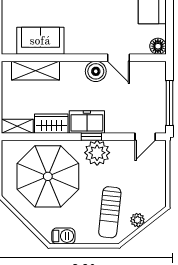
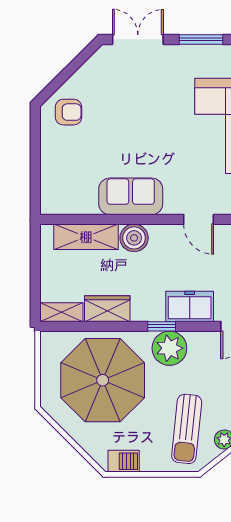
sofa: (40, 41) -> (131, 196), moved
boiler: (96, 71) -> (134, 238), moved
freezer: (87, 122) -> (190, 306), moved

